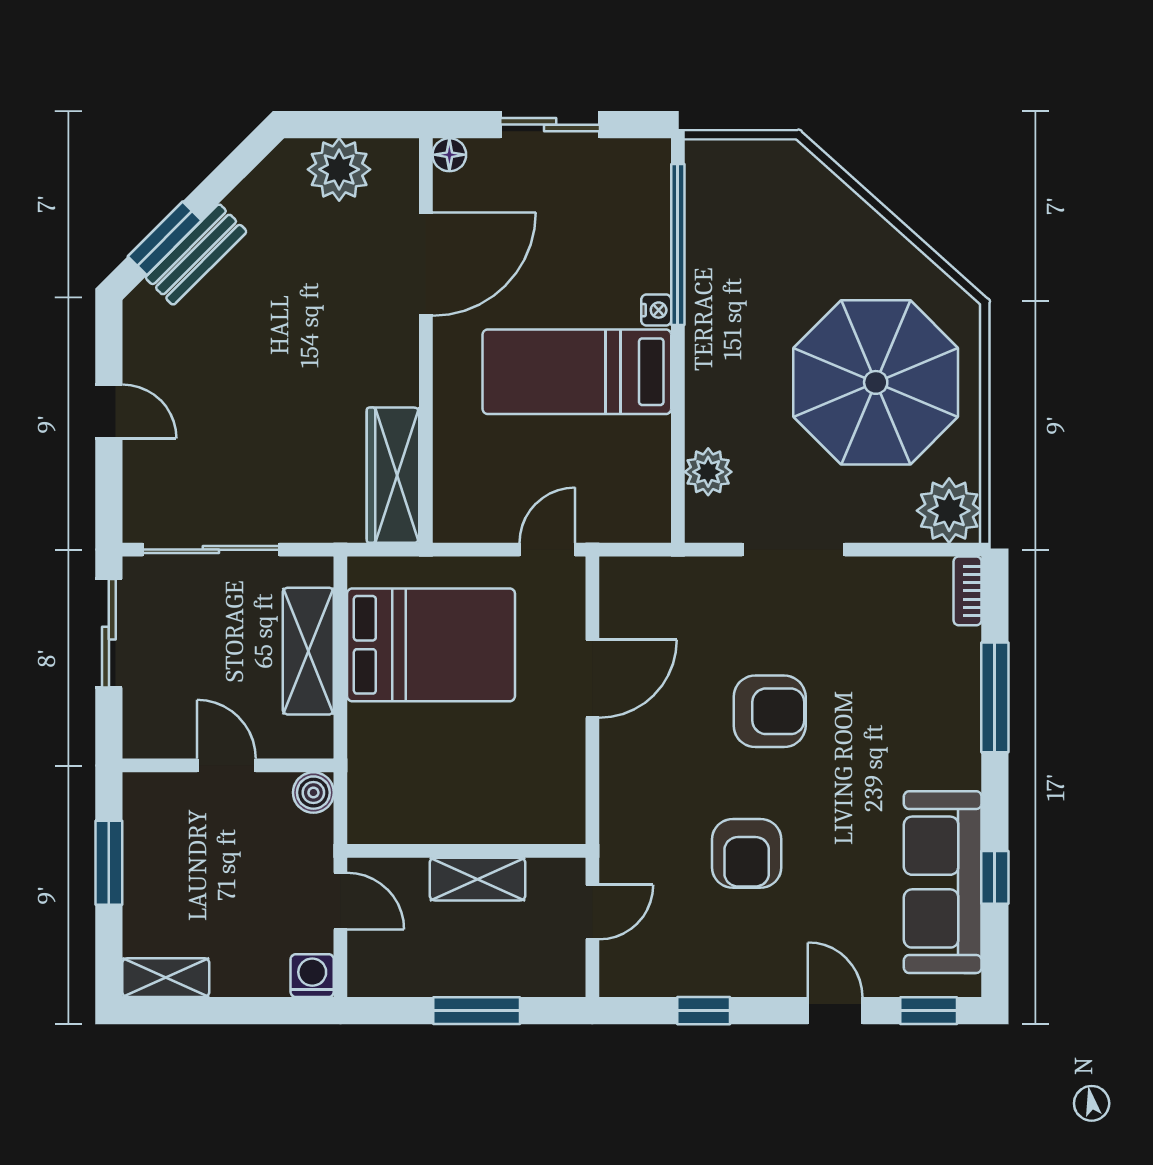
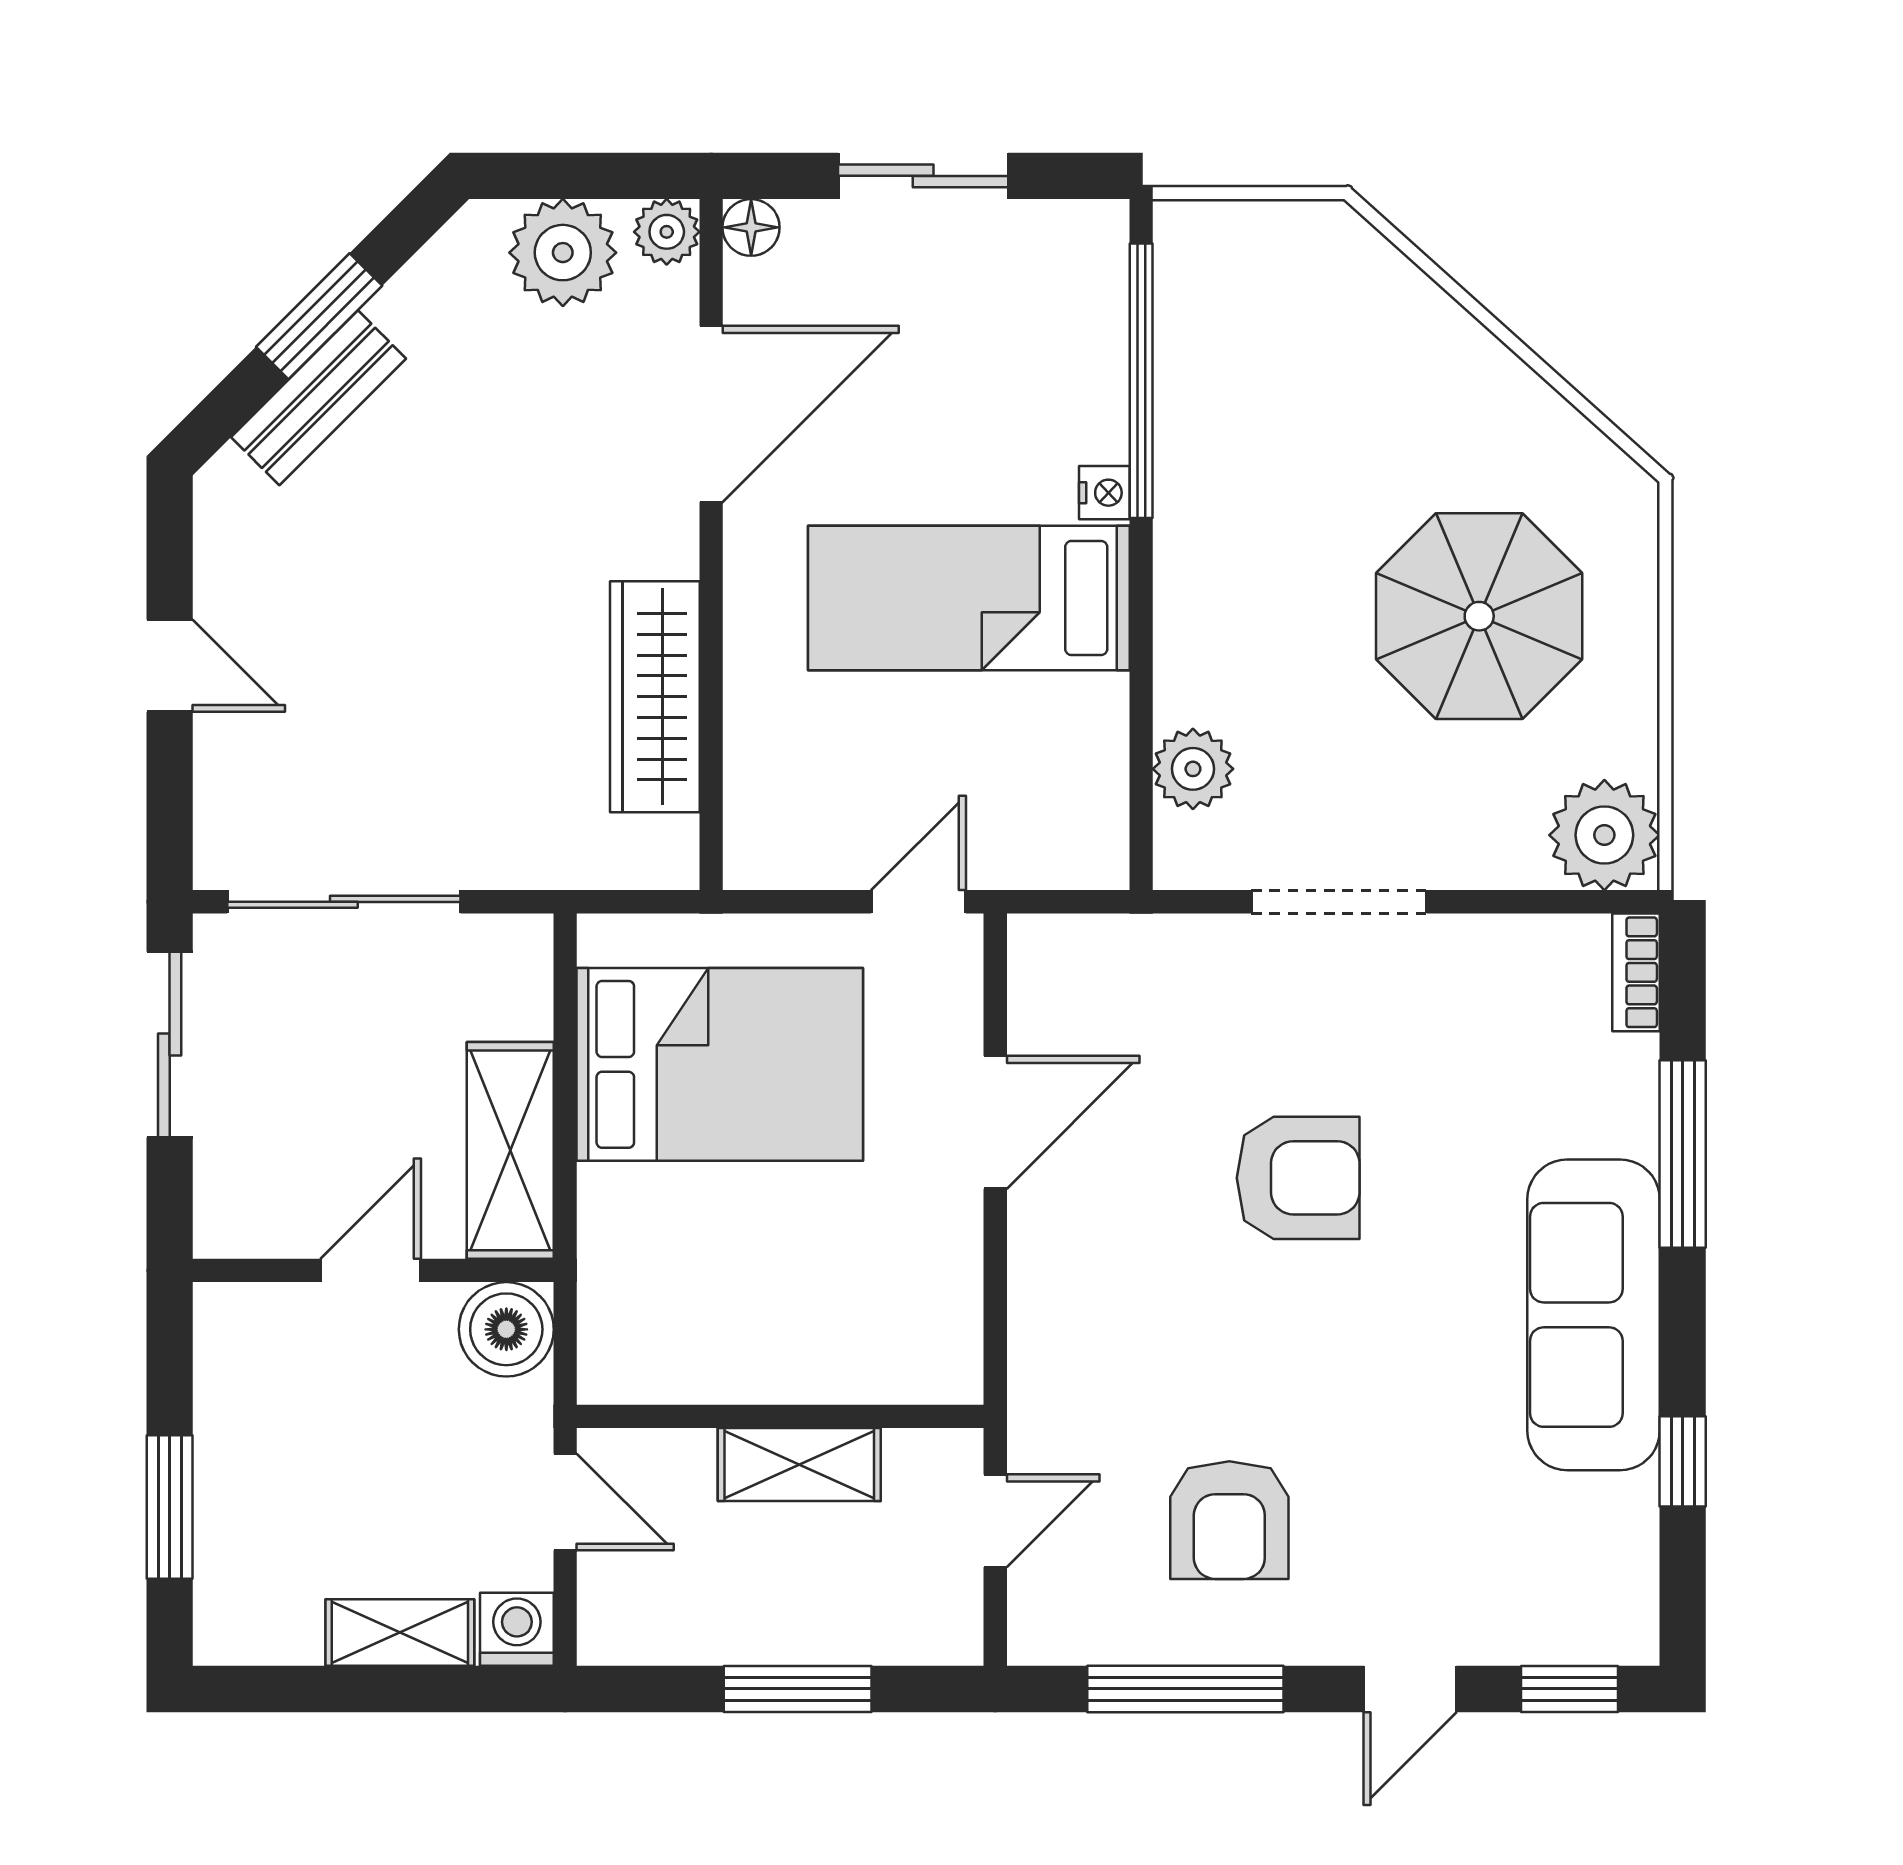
plant: (400, 157) -> (667, 232), added
window: (165, 238) -> (319, 316), moved
parasol: (876, 382) -> (1479, 616), width x0.73, depth x0.73
wardrobe: (393, 475) -> (655, 697), moved
shelving: (308, 651) -> (510, 1150), moved
door: (227, 765) -> (371, 1270), hinge flipped
boiler: (313, 793) -> (506, 1329), width x1.36, depth x1.36
armchair: (747, 853) -> (1229, 1520), moved
window: (109, 863) -> (170, 1507), moved
sofa: (943, 882) -> (1594, 1315), moved
shelving: (166, 978) -> (400, 1633), moved
window: (704, 1011) -> (1185, 1689), width x2.17
door: (835, 1011) -> (1410, 1689), swing flipped

